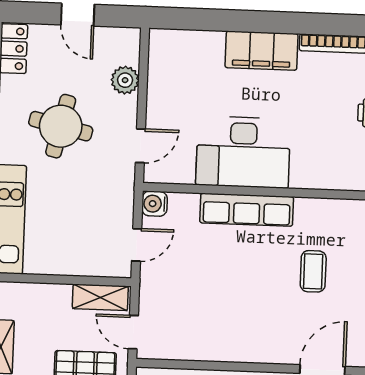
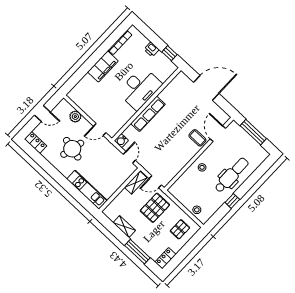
door: (140, 146) -> (100, 129), swing flipped
desk: (243, 152) -> (140, 88), moved
coffee table: (313, 271) -> (197, 138), moved

